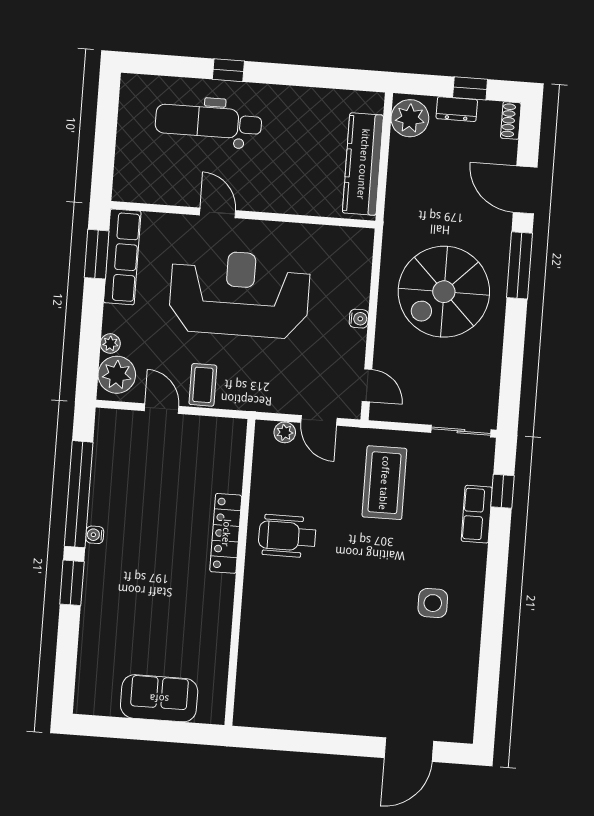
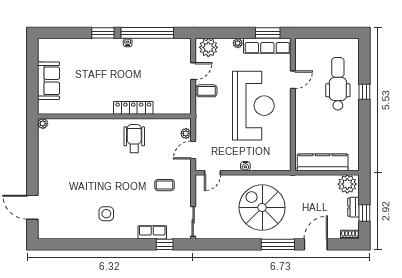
door: (218, 213) -> (293, 80), moved
plant: (110, 344) -> (238, 43), moved
coffee table: (384, 483) -> (165, 185), width x0.54, depth x0.58
plant: (244, 716) -> (43, 124), added

